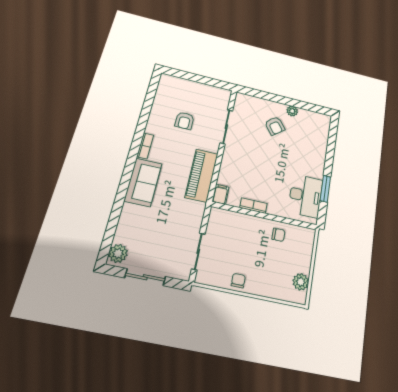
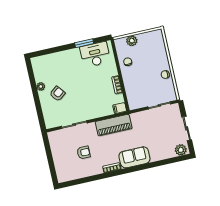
plant: (301, 282) -> (132, 41), moved

